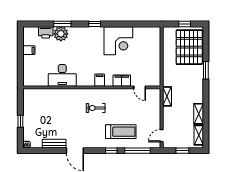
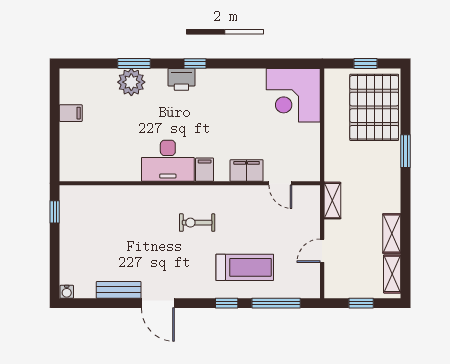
printer: (46, 32) -> (181, 79), moved
corner desk: (118, 41) -> (293, 95), moved, turned 90
desk: (62, 75) -> (168, 161), moved
window: (20, 121) -> (55, 212), moved
door: (162, 136) -> (322, 251), moved

